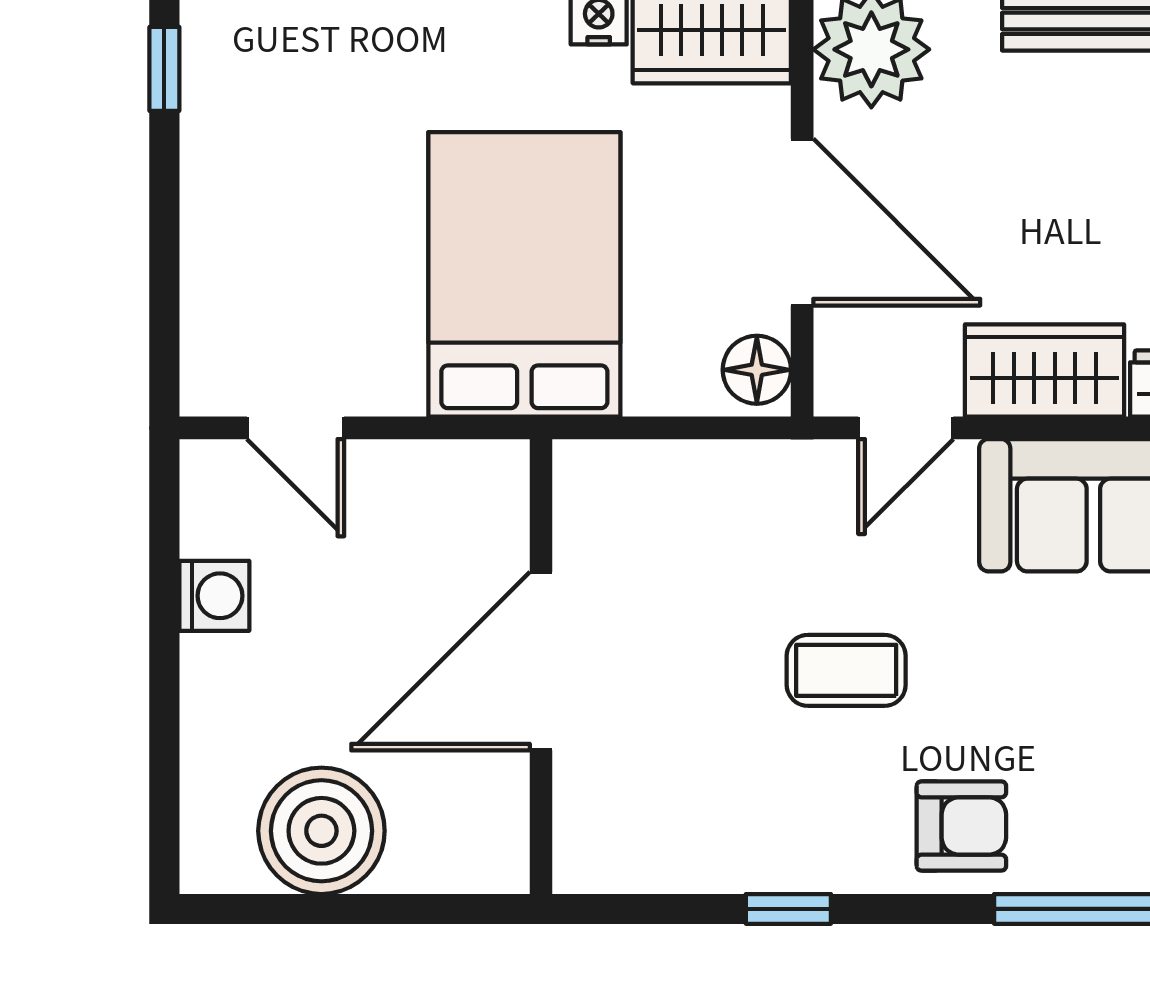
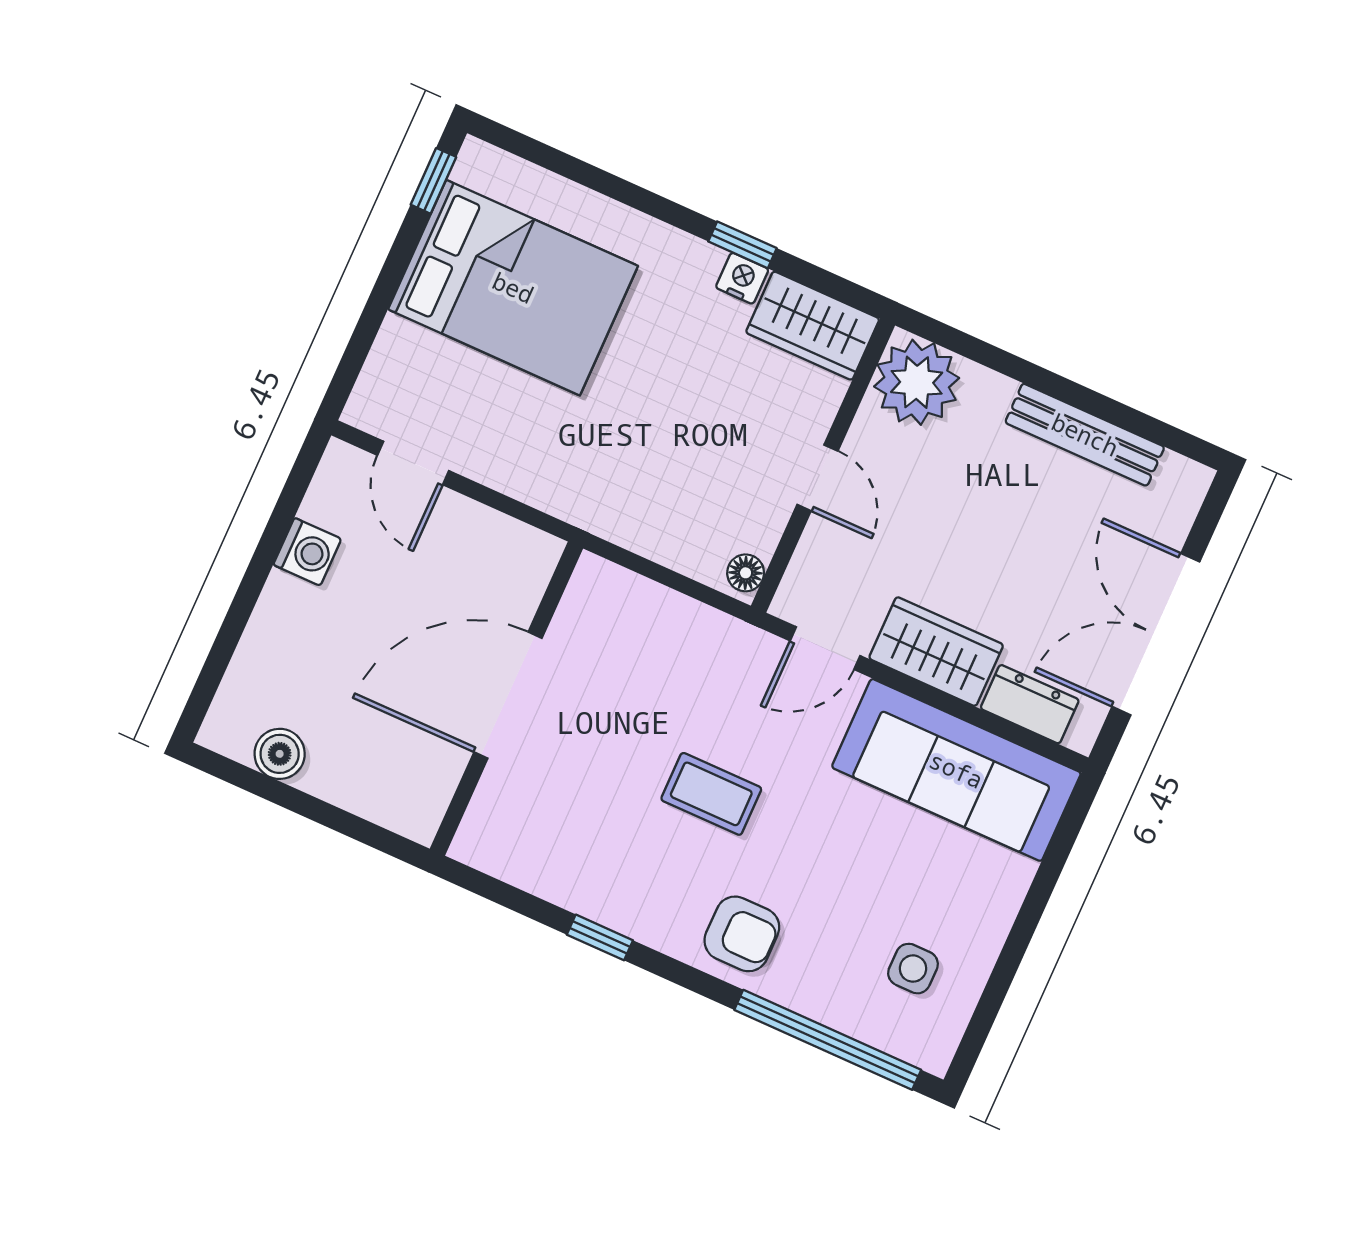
door: (802, 222) -> (818, 478), width x0.53
bed: (524, 274) -> (513, 288), moved, turned 90
floor lamp: (757, 370) -> (746, 573), width x0.73, depth x0.73
boiler: (321, 831) -> (280, 754), width x0.54, depth x0.54

